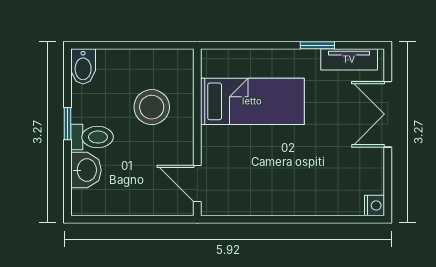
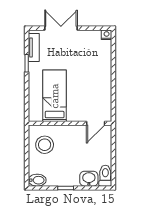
stool: (152, 107) -> (45, 145), moved
double door: (388, 114) -> (61, 28), swing flipped
toilet: (92, 137) -> (105, 176), moved

